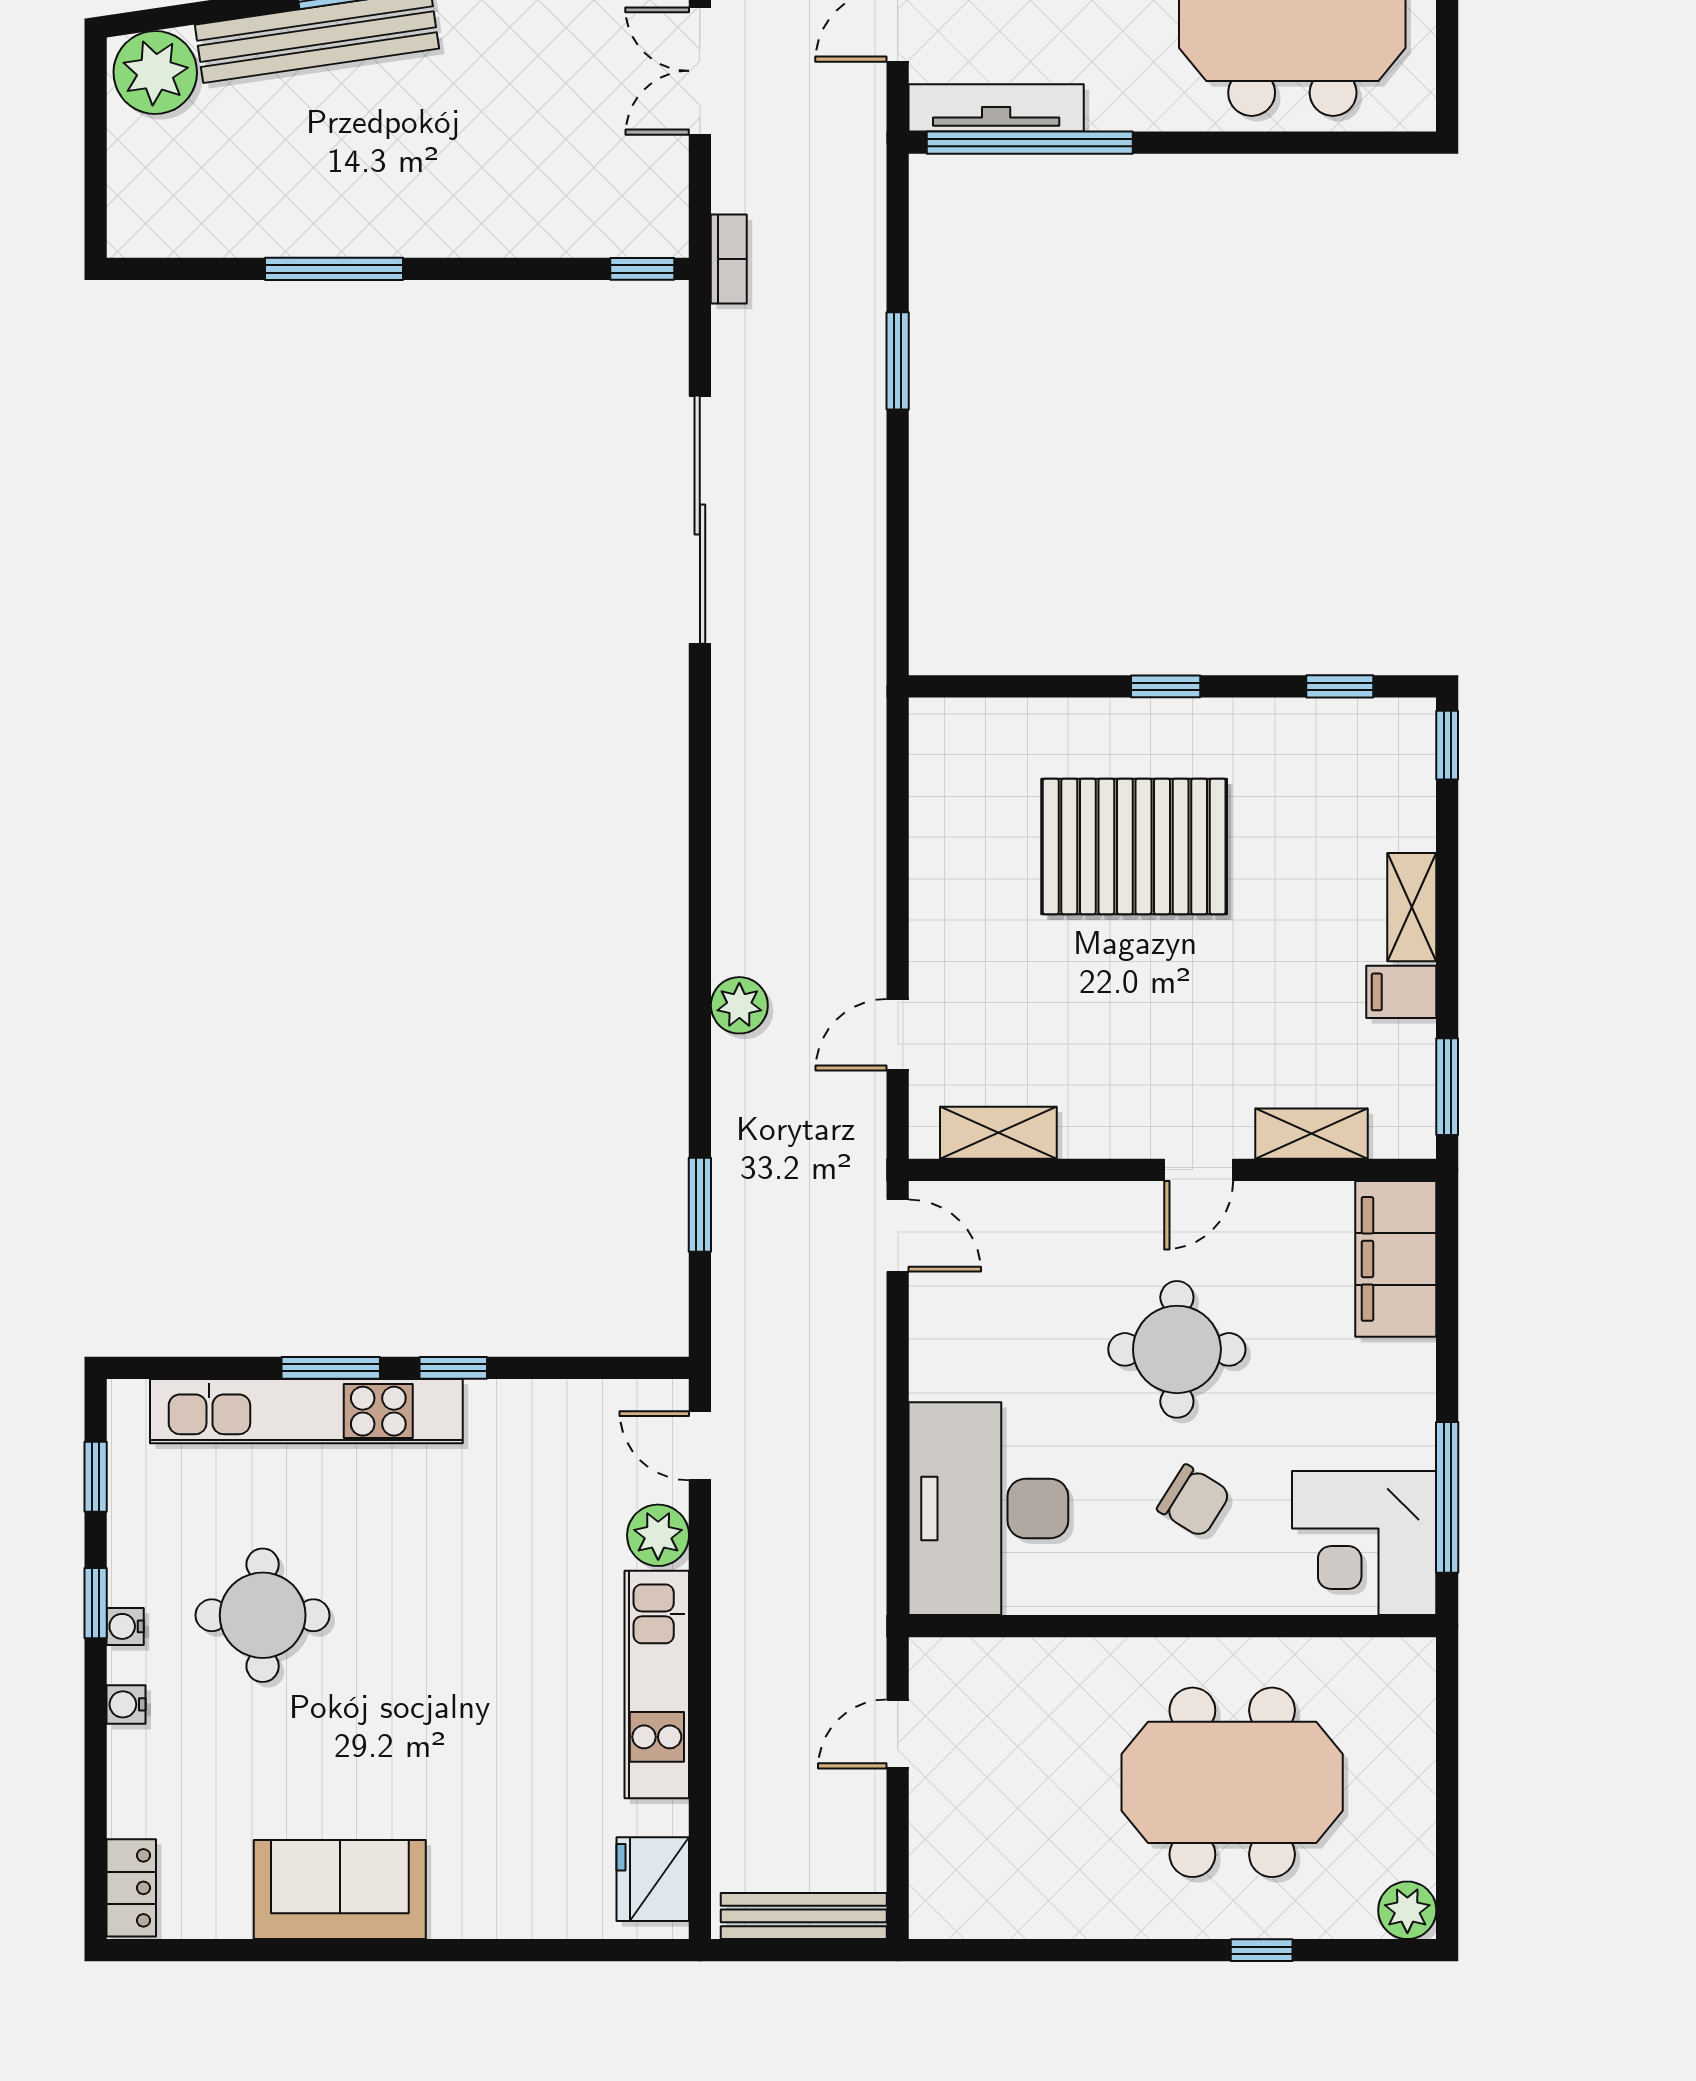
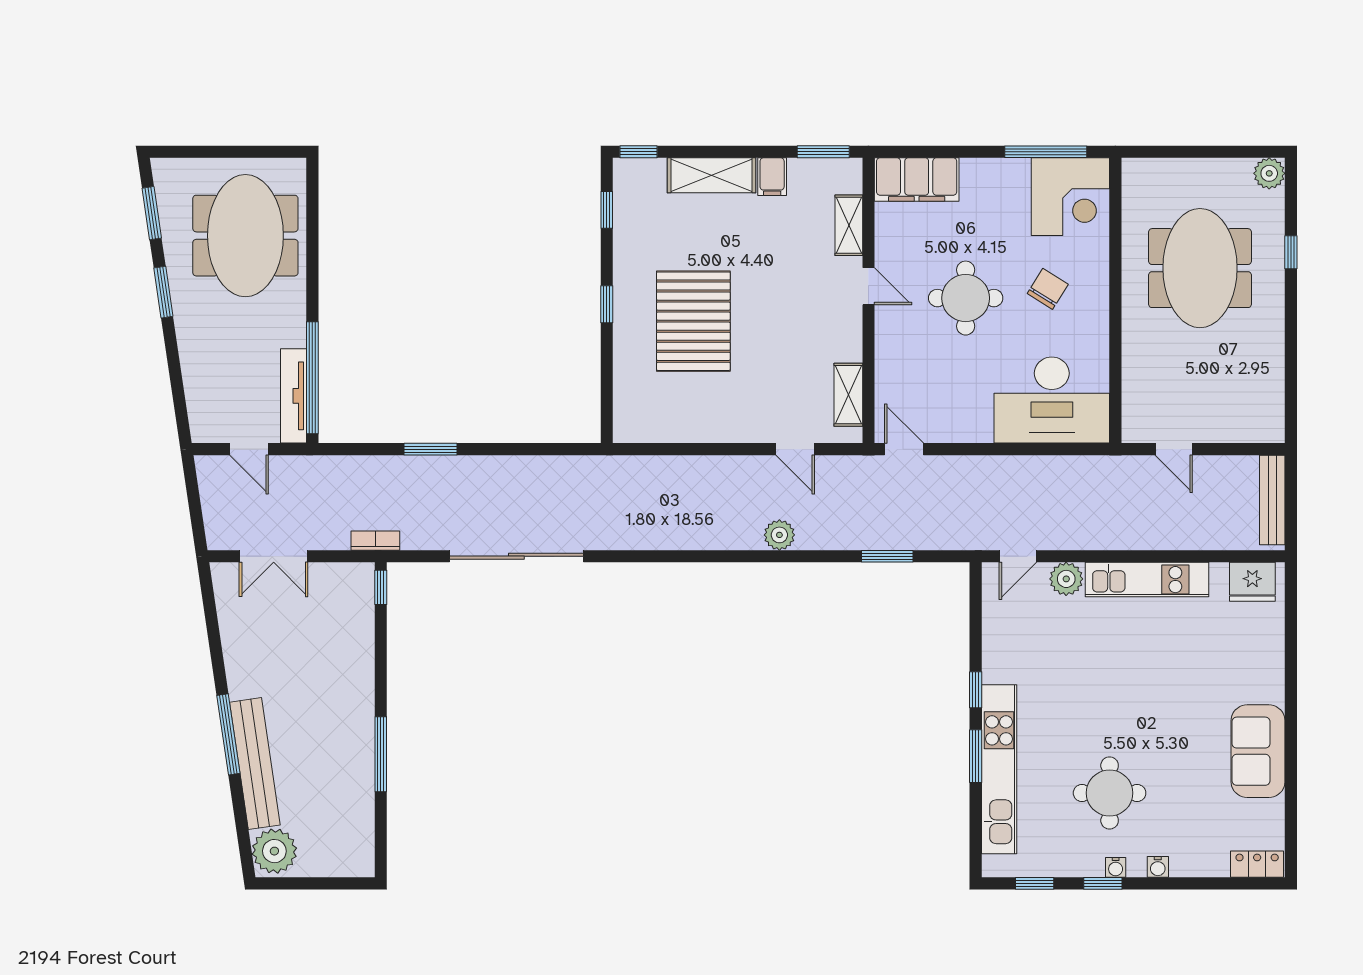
shelving: (1412, 907) -> (711, 175), width x1.50, depth x1.33
door: (898, 1236) -> (904, 449), hinge flipped

